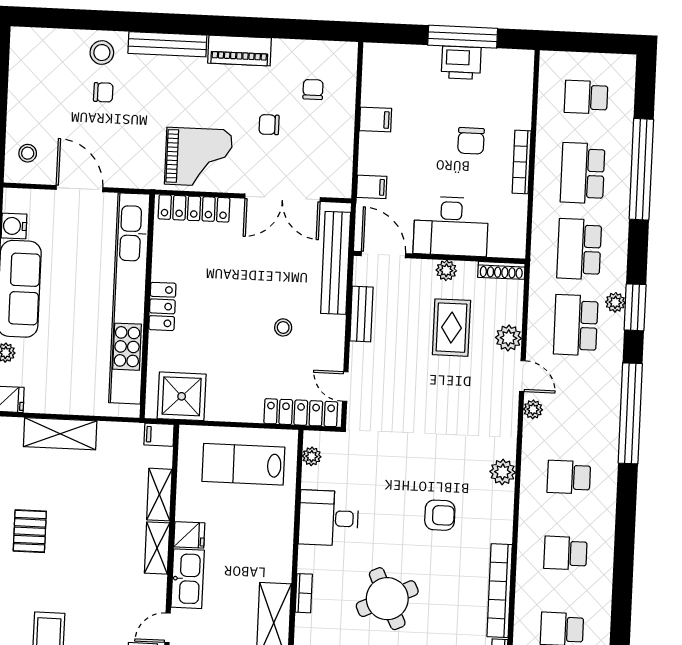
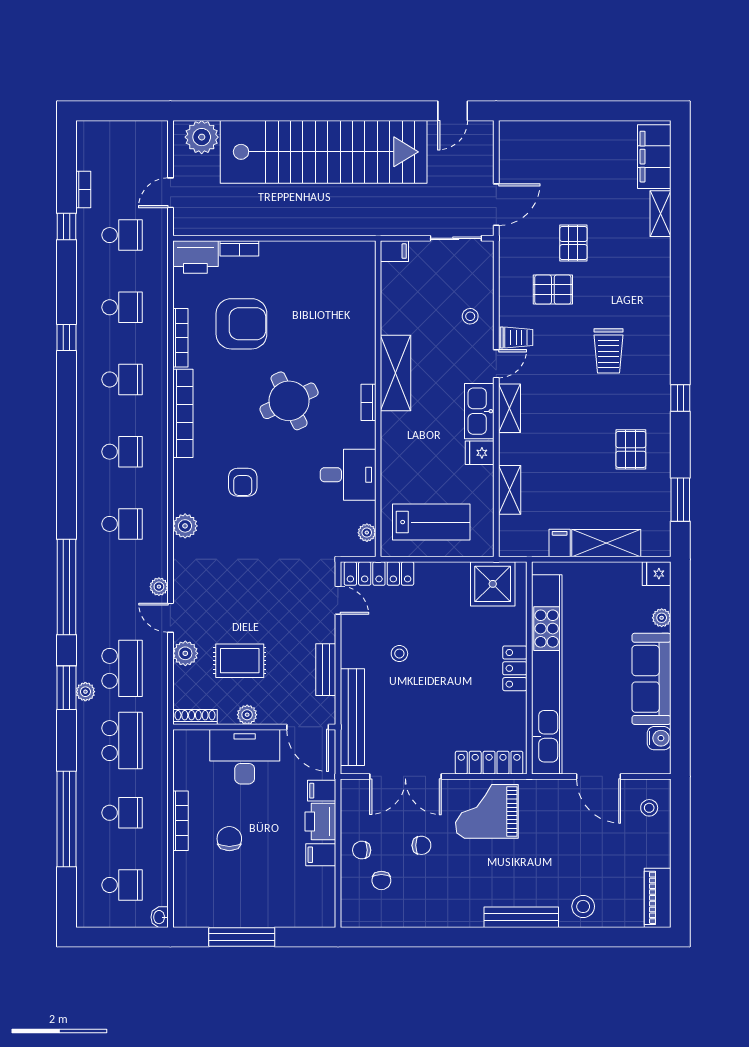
piano: (240, 51) -> (658, 898), moved, turned -90
washbasin: (548, 62) -> (160, 917), added
printer: (461, 63) -> (320, 821), moved, turned -90
chair: (103, 92) -> (362, 850), moved
school desk: (583, 173) -> (122, 813), width x0.54
double door: (283, 198) -> (405, 776), swing flipped
rug: (451, 328) -> (240, 661), turned 90
filing cabinet: (159, 435) -> (560, 543), moved, turned -90
armchair: (440, 515) -> (243, 482), turned -90
shelving: (157, 548) -> (509, 408), moved

